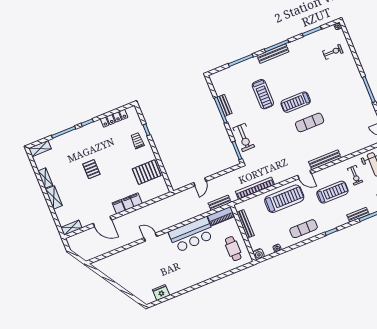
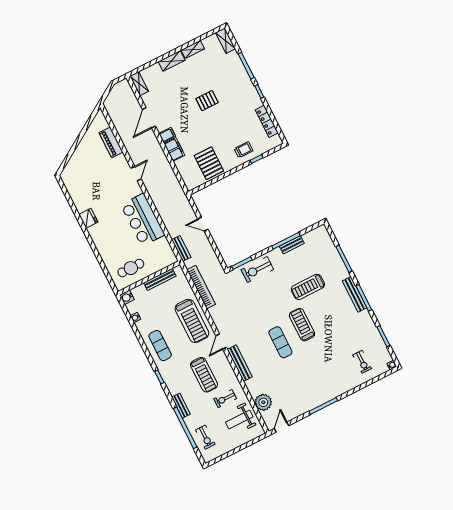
plant: (361, 142) -> (263, 402), added
piano: (221, 216) -> (111, 142), moved
fridge: (161, 293) -> (88, 218), moved

